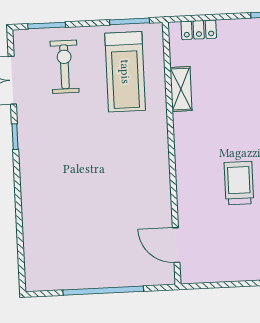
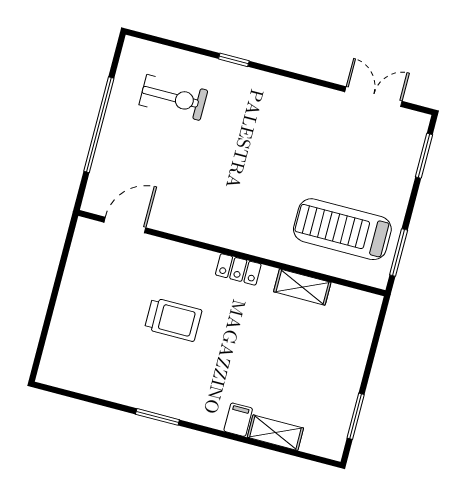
locker: (199, 30) -> (238, 269), moved, turned -90
exercise bike: (65, 67) -> (173, 98), moved
window: (15, 137) -> (234, 60), moved

